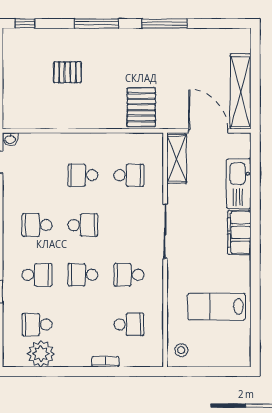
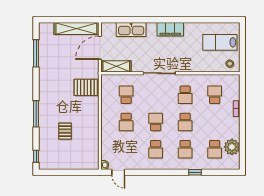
window: (164, 23) -> (36, 53), moved
filing cabinet: (239, 233) -> (170, 29), moved
school desk: (37, 275) -> (185, 149), turned 180
lab bench: (217, 306) -> (220, 42), moved, turned 90

